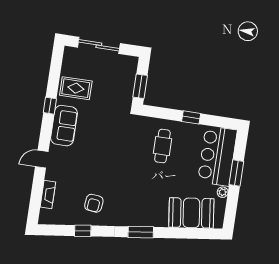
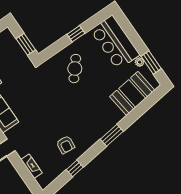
cafe table: (162, 146) -> (75, 69), turned 40
window: (236, 173) -> (151, 62), moved

